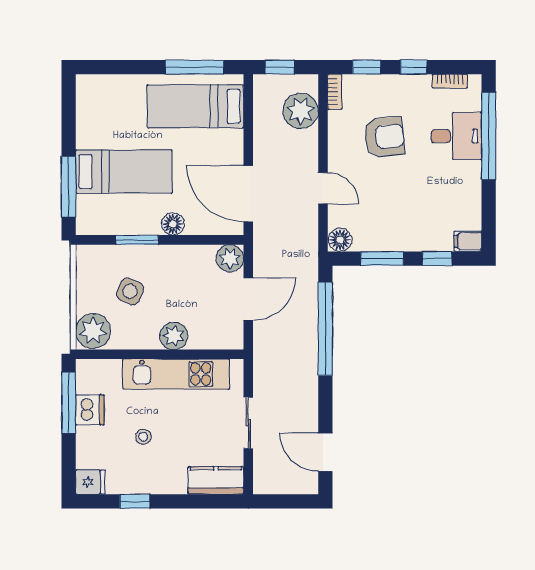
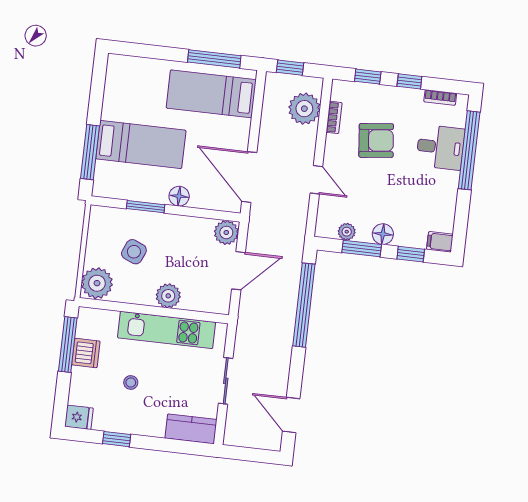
bookcase: (335, 92) -> (334, 117), moved
floor lamp: (340, 240) -> (383, 234), moved
plant: (363, 242) -> (347, 232), added

